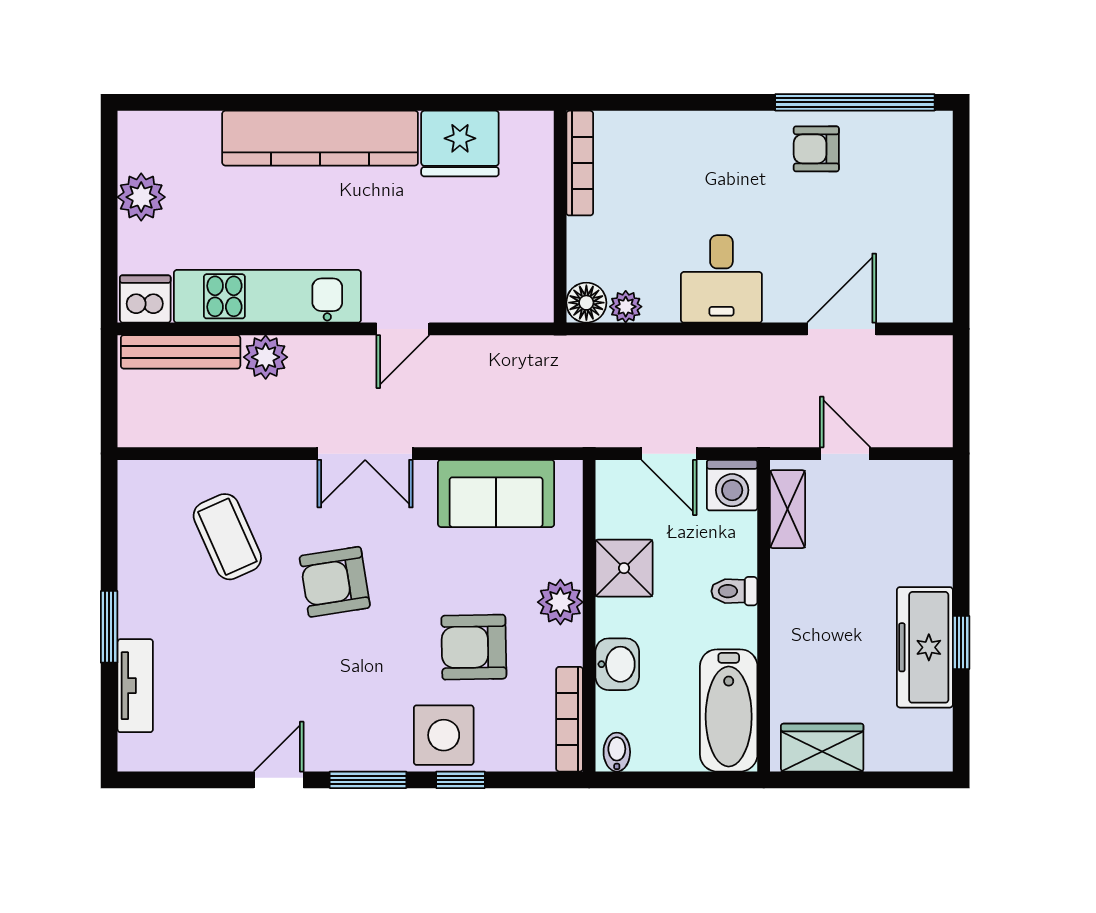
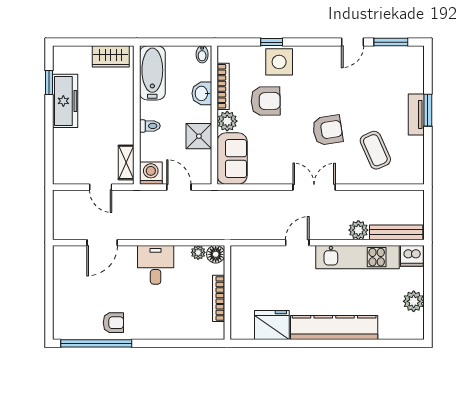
bookcase: (580, 163) -> (219, 298), moved
sofa: (496, 493) -> (232, 159), moved, turned 90
window: (961, 643) -> (49, 82), moved
tv unit: (135, 686) -> (416, 114), moved
bookcase: (570, 719) -> (223, 86), moved
window: (368, 780) -> (391, 42), moved

